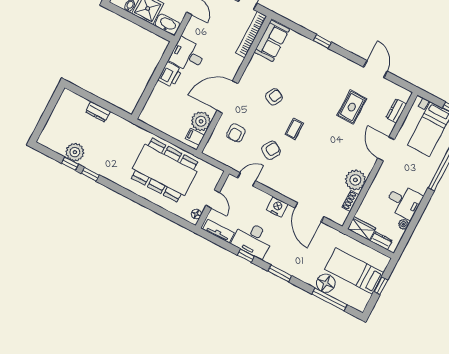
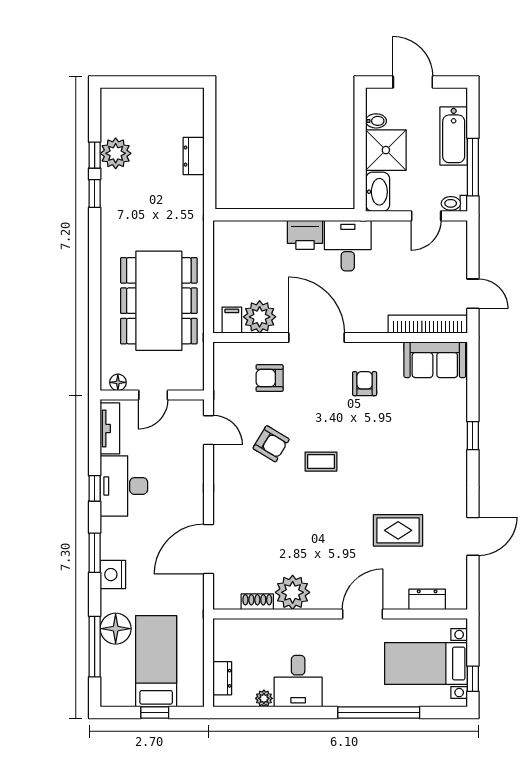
armchair: (274, 97) -> (365, 384), moved, turned -118
nightstand: (277, 207) -> (113, 575), moved, turned 180
wardrobe: (361, 228) -> (225, 639), removed

